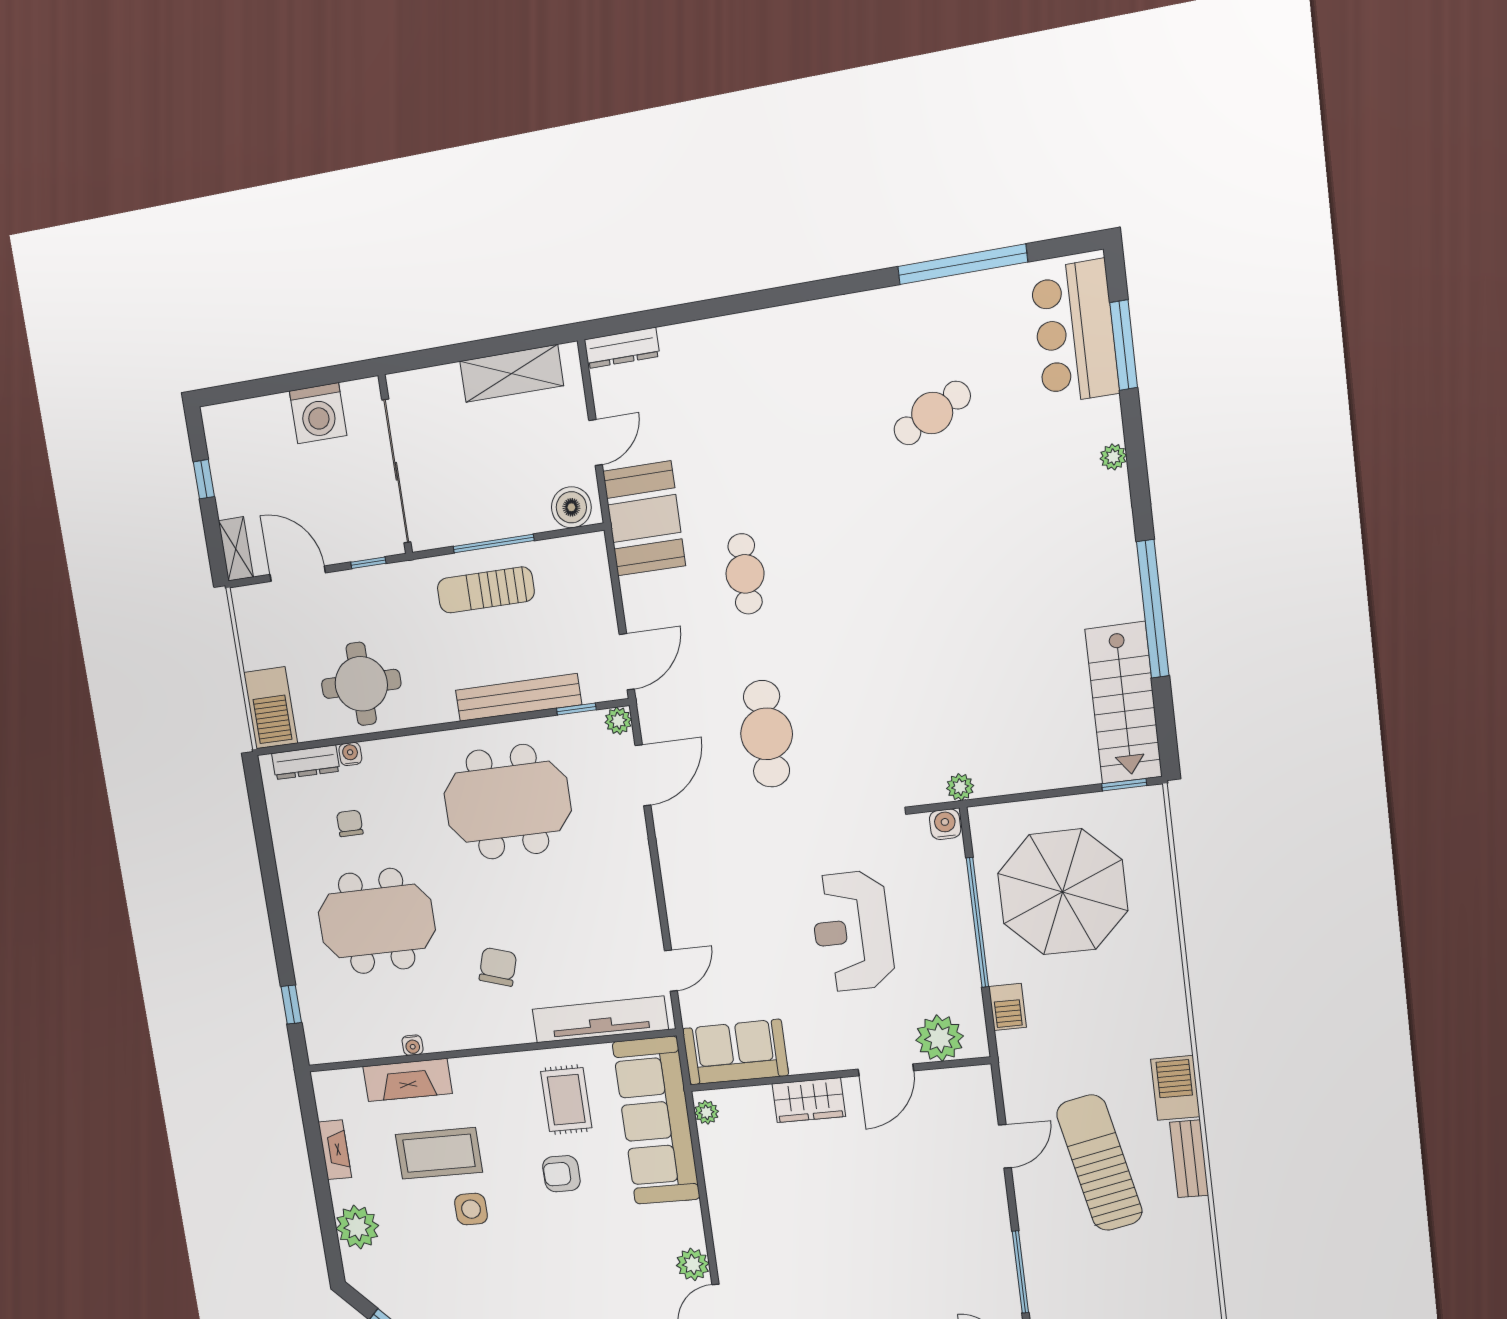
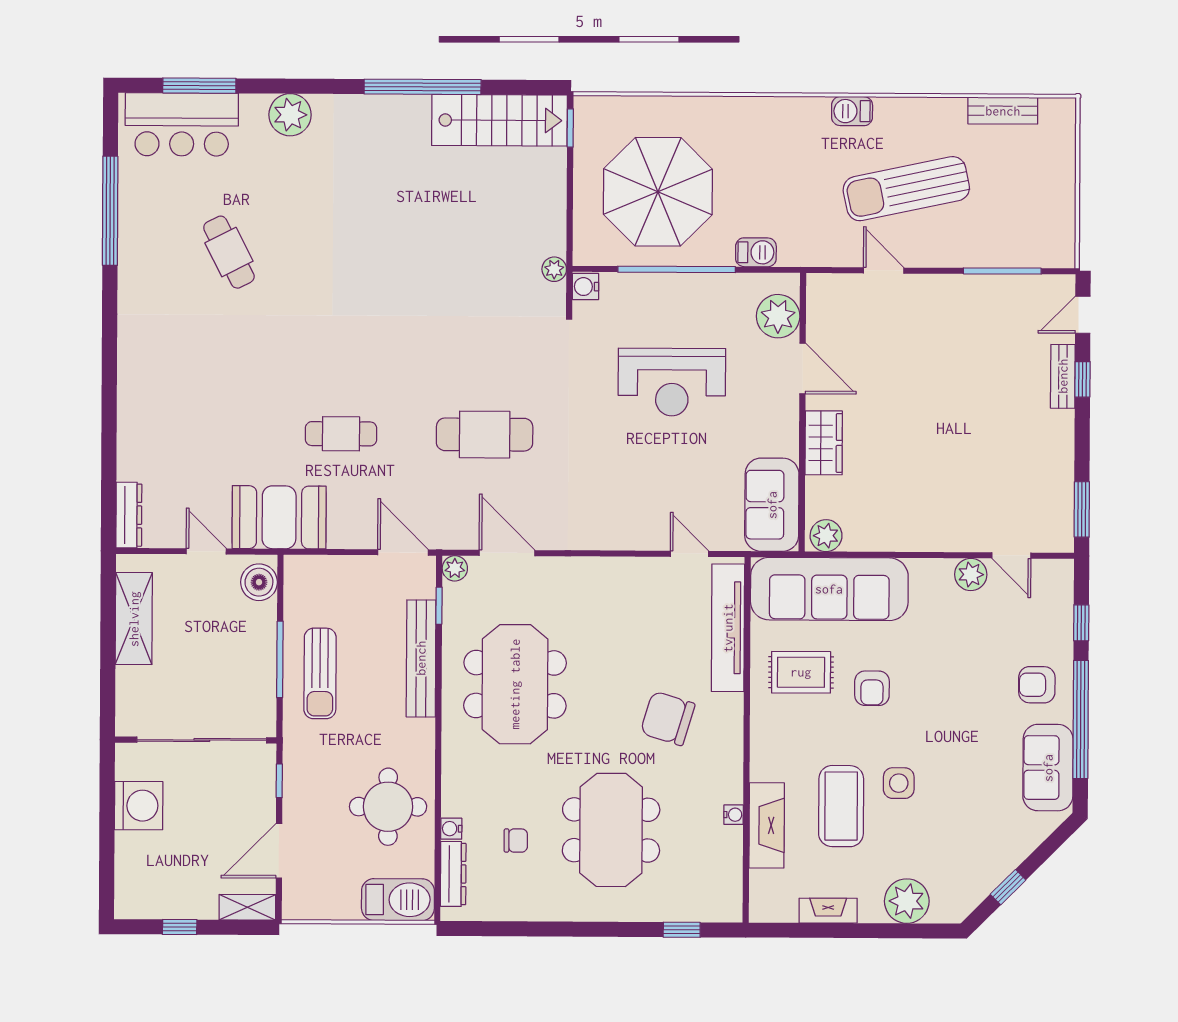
plant: (1113, 457) -> (290, 115), width x1.87, depth x1.87
chair: (350, 823) -> (516, 841), turned 180
chair: (498, 967) -> (668, 718), width x1.37, depth x1.37
barbecue: (1175, 1088) -> (852, 111), width x0.73, depth x0.79
plant: (706, 1112) -> (826, 536), width x1.38, depth x1.38
bench: (1189, 1159) -> (1003, 111), moved

